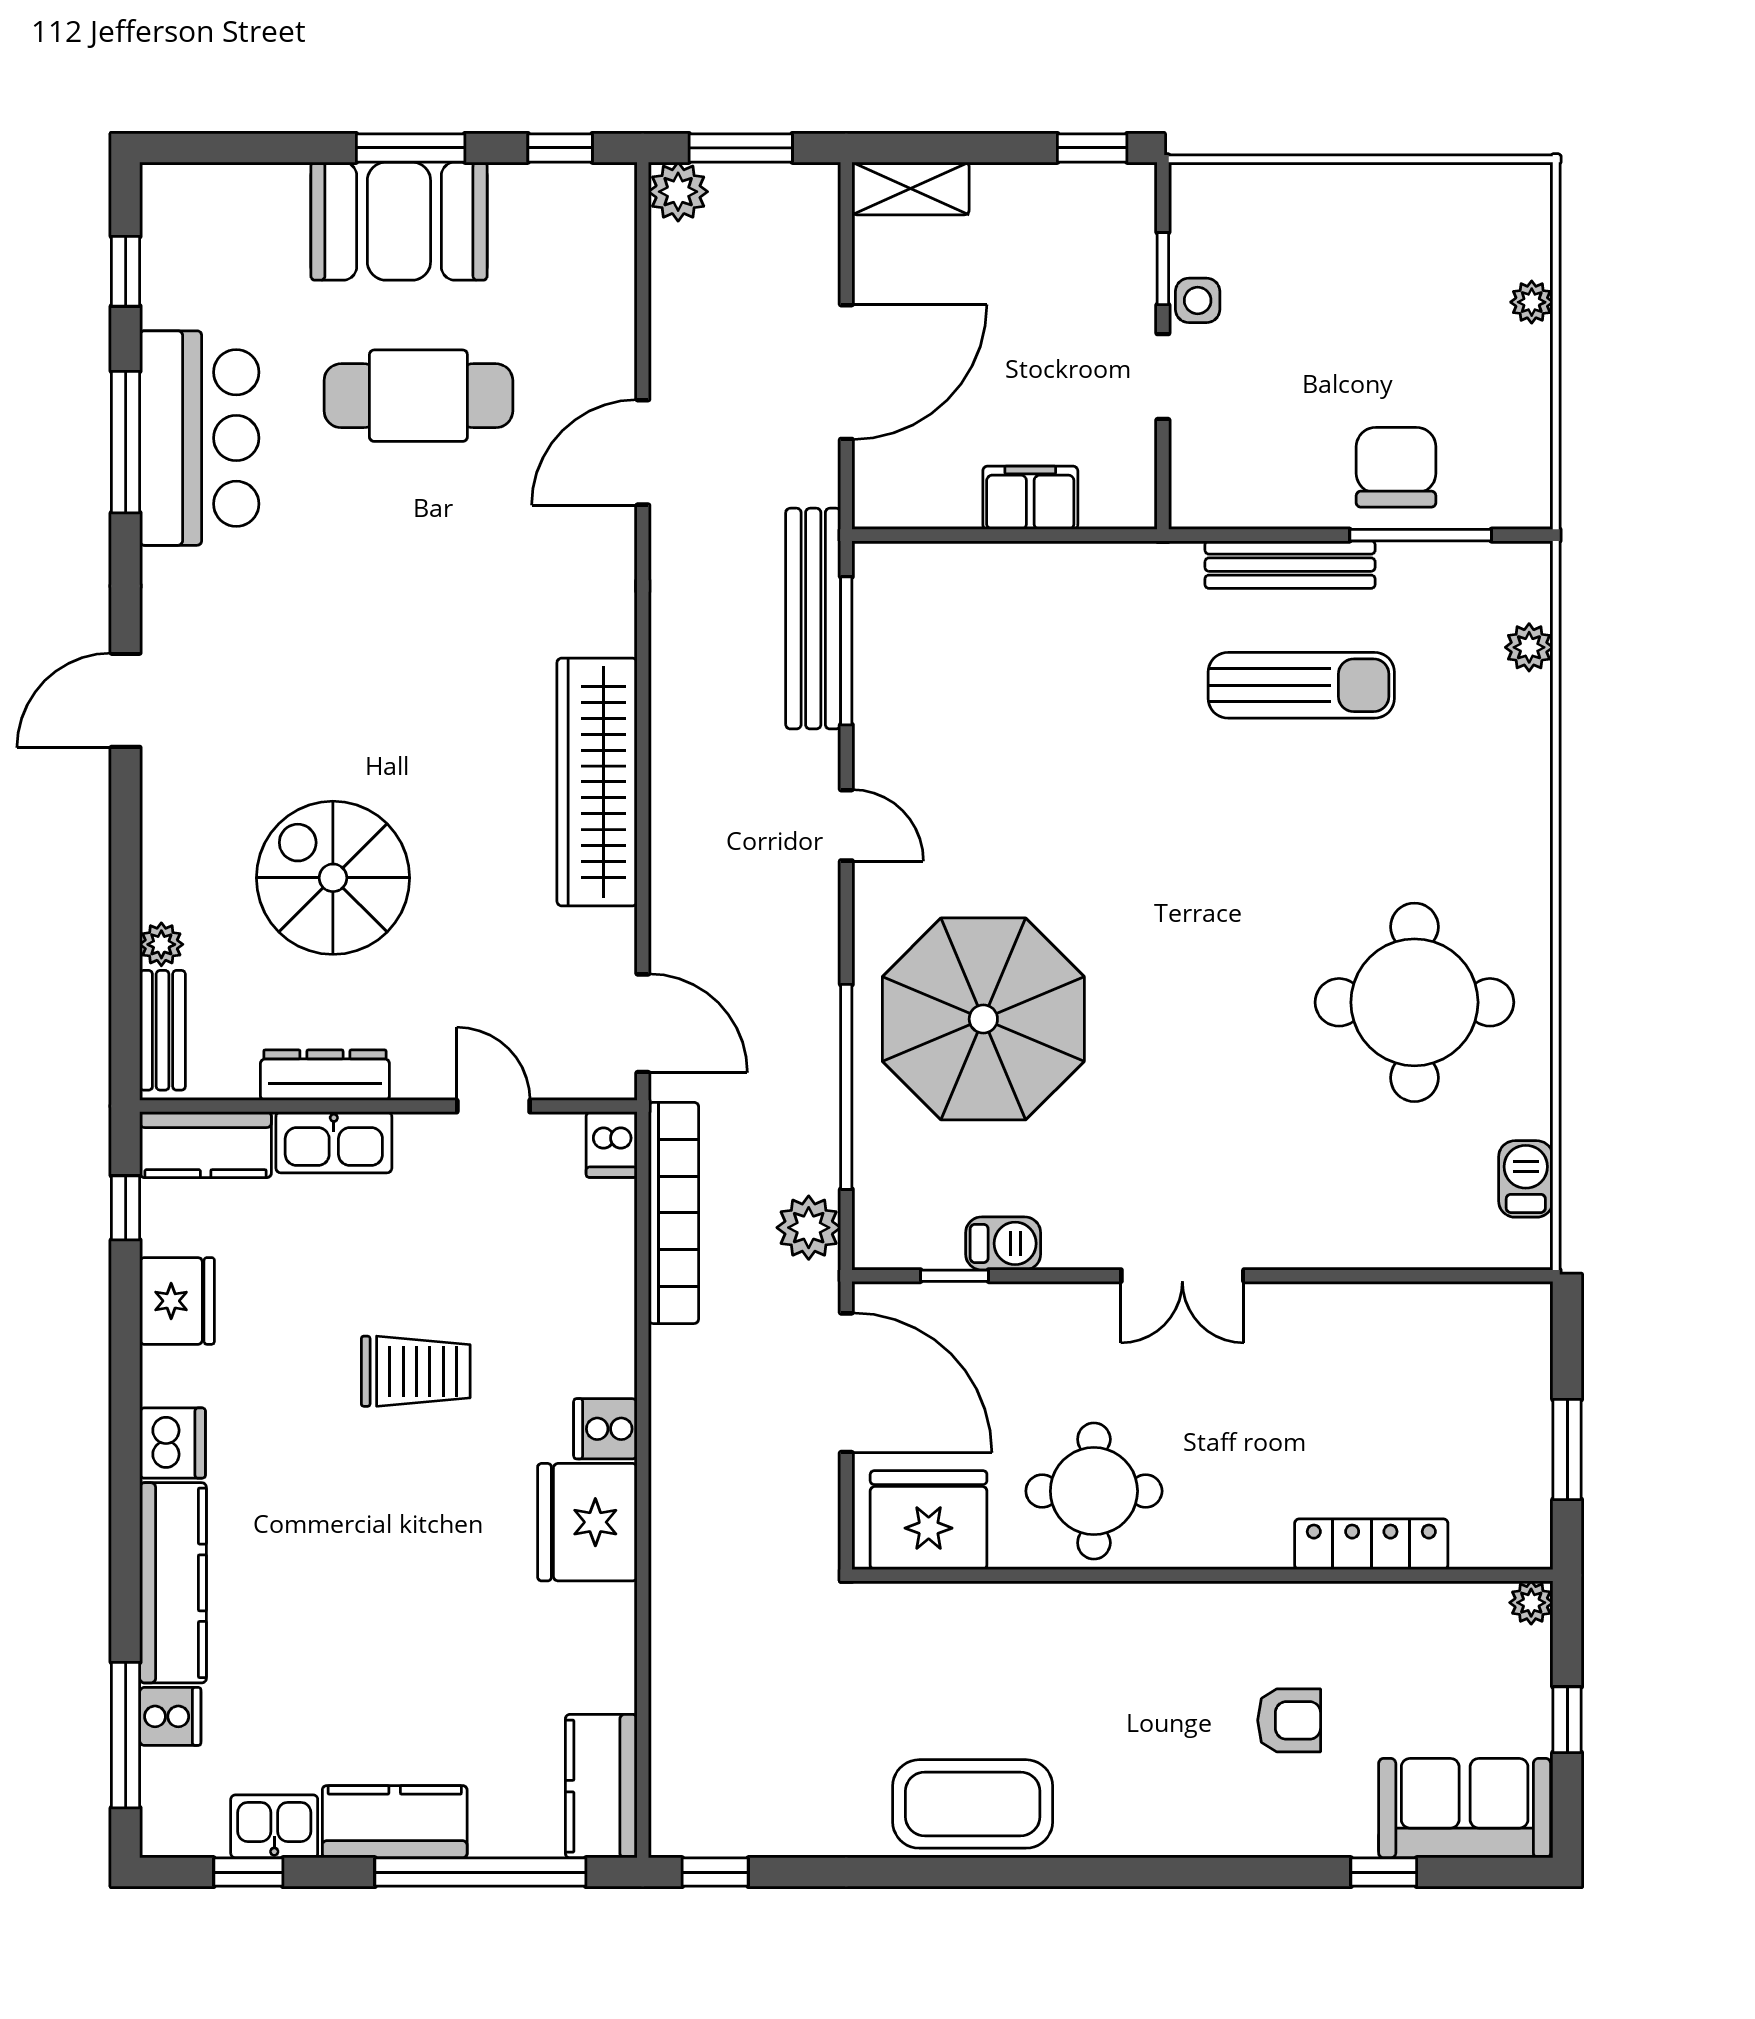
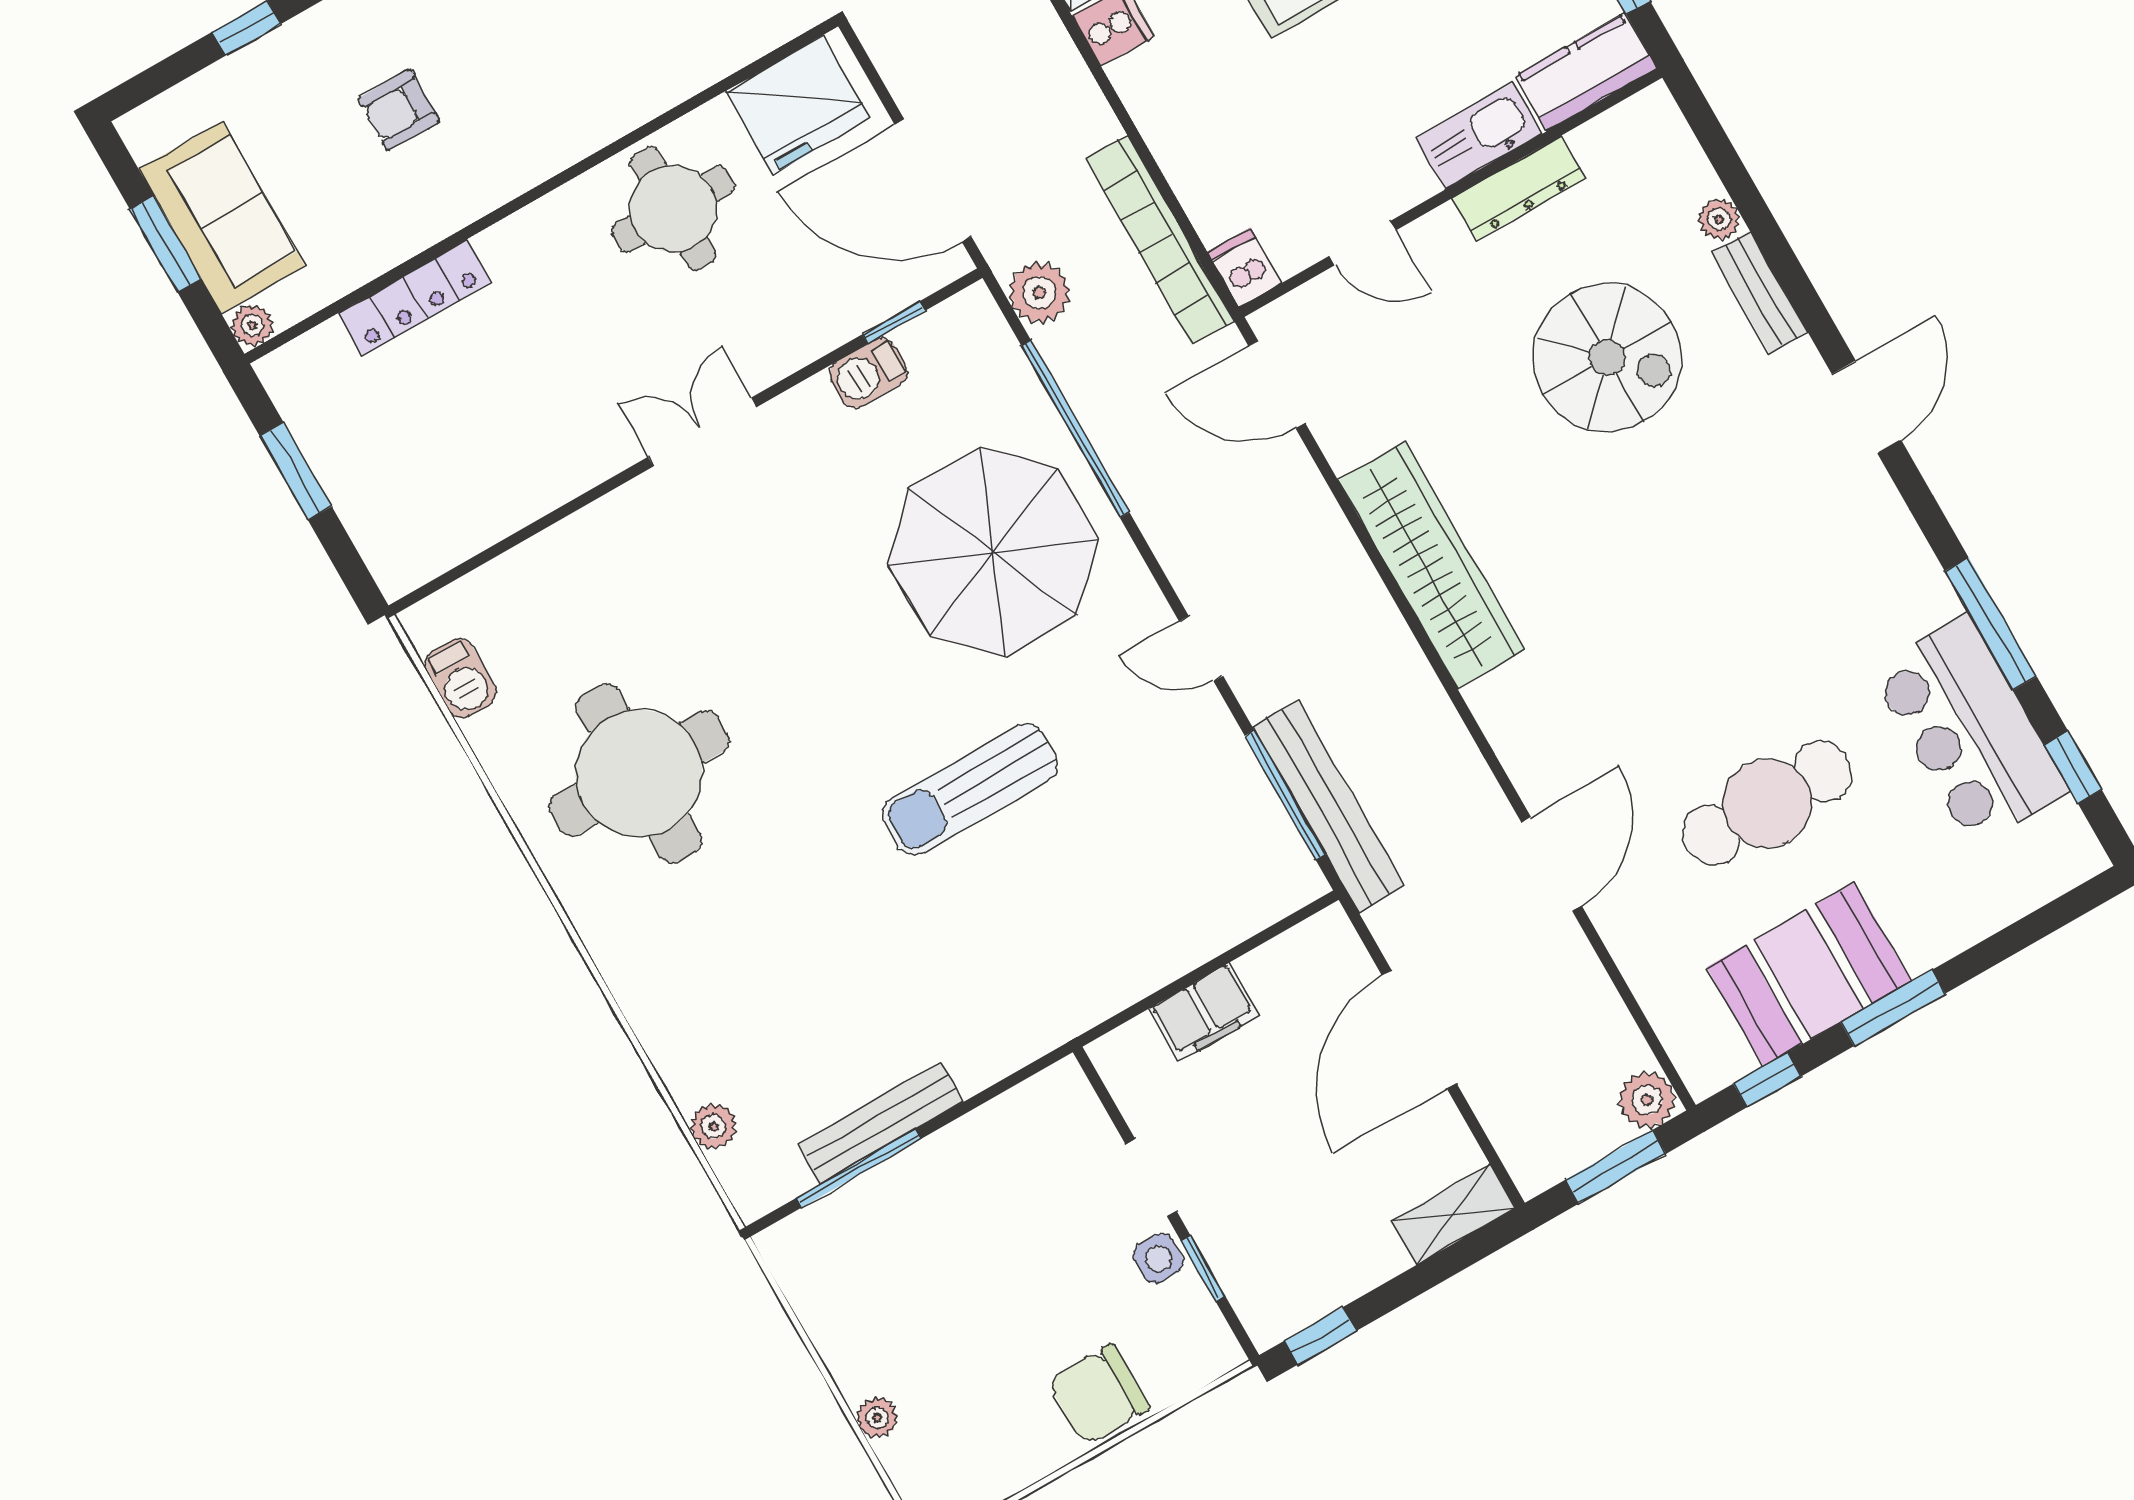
booth: (399, 221) -> (1809, 974), moved
bar counter: (199, 438) -> (1970, 731), moved
chair: (1396, 467) -> (1099, 1394), moved, turned 90
bench: (1290, 565) -> (881, 1123), moved
sun lounger: (1301, 685) -> (970, 789), moved
bench: (163, 1030) -> (1760, 292), moved
window: (1567, 1720) -> (166, 244), width x1.50
sofa: (1465, 1808) -> (222, 218), moved, turned -90

